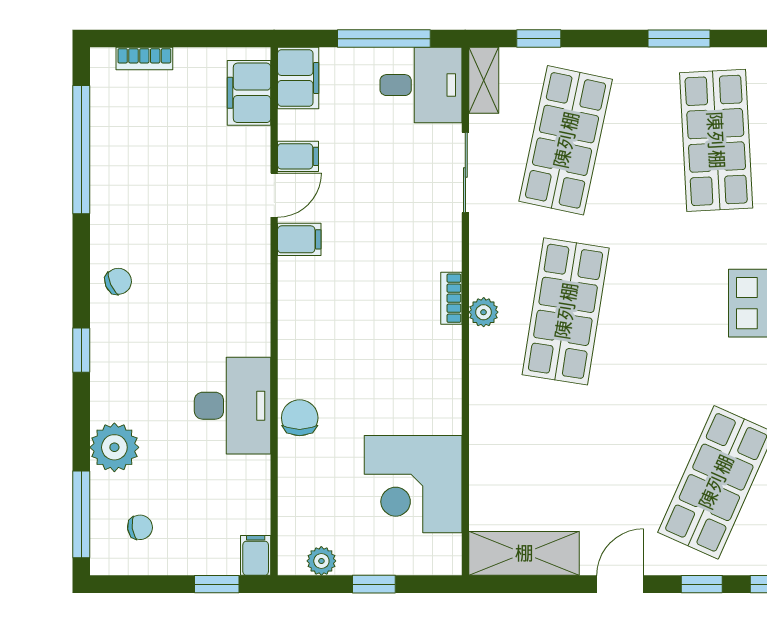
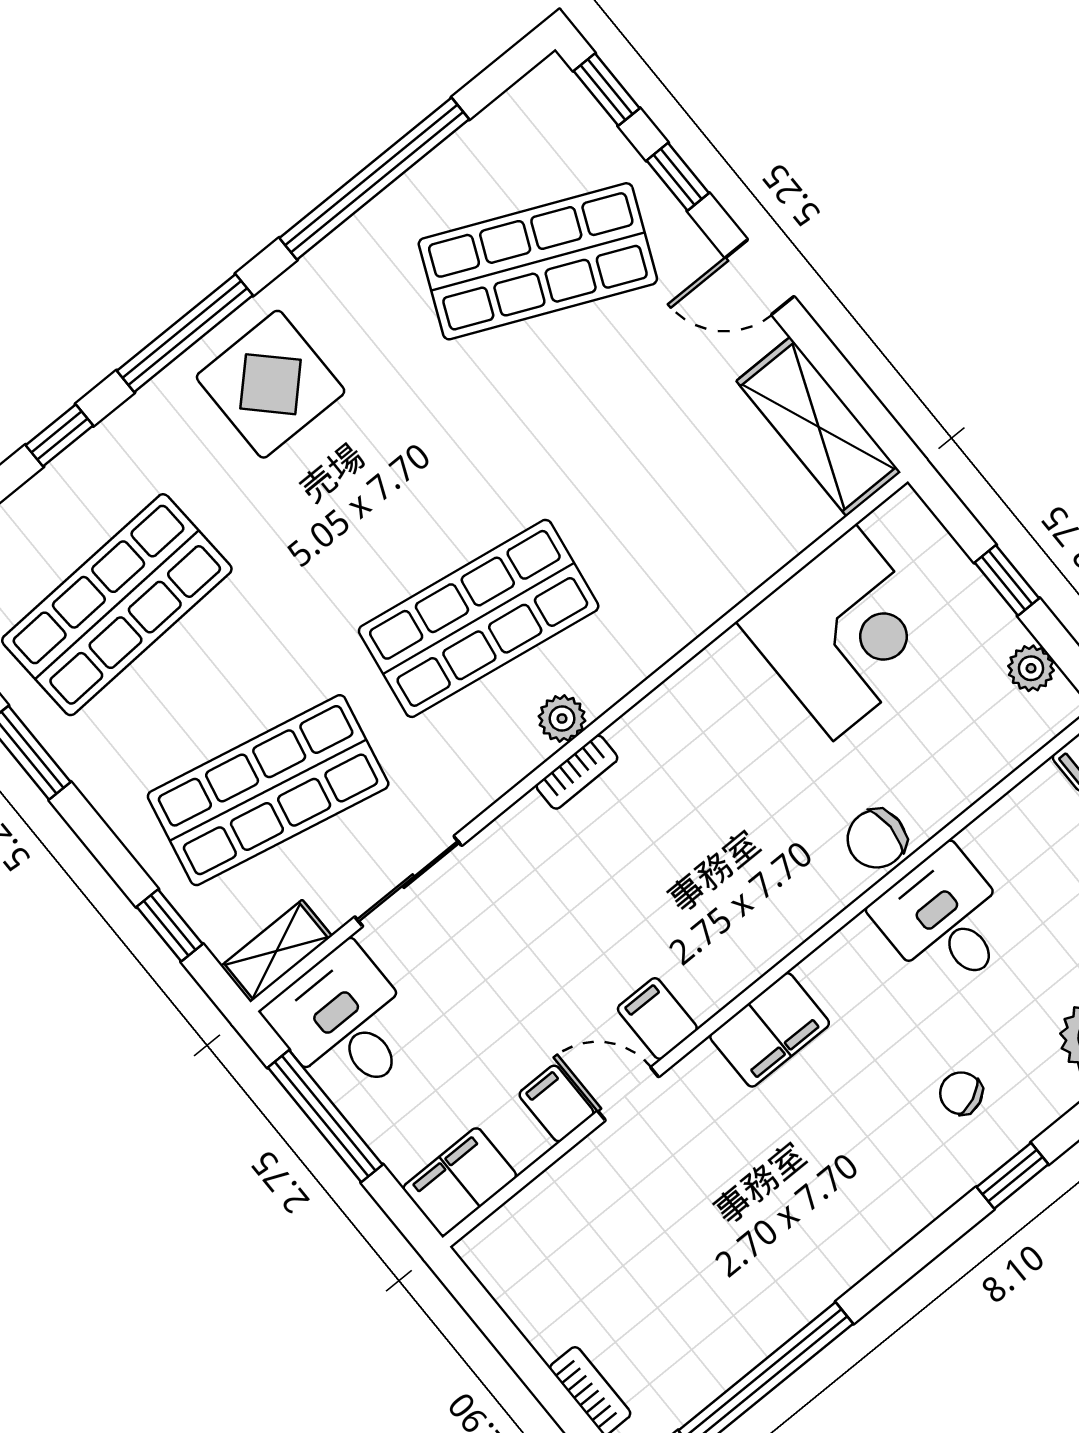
filing cabinet: (249, 93) -> (770, 1030), moved
chair: (118, 281) -> (961, 1093), moved
desk: (233, 406) -> (945, 920), width x0.73

